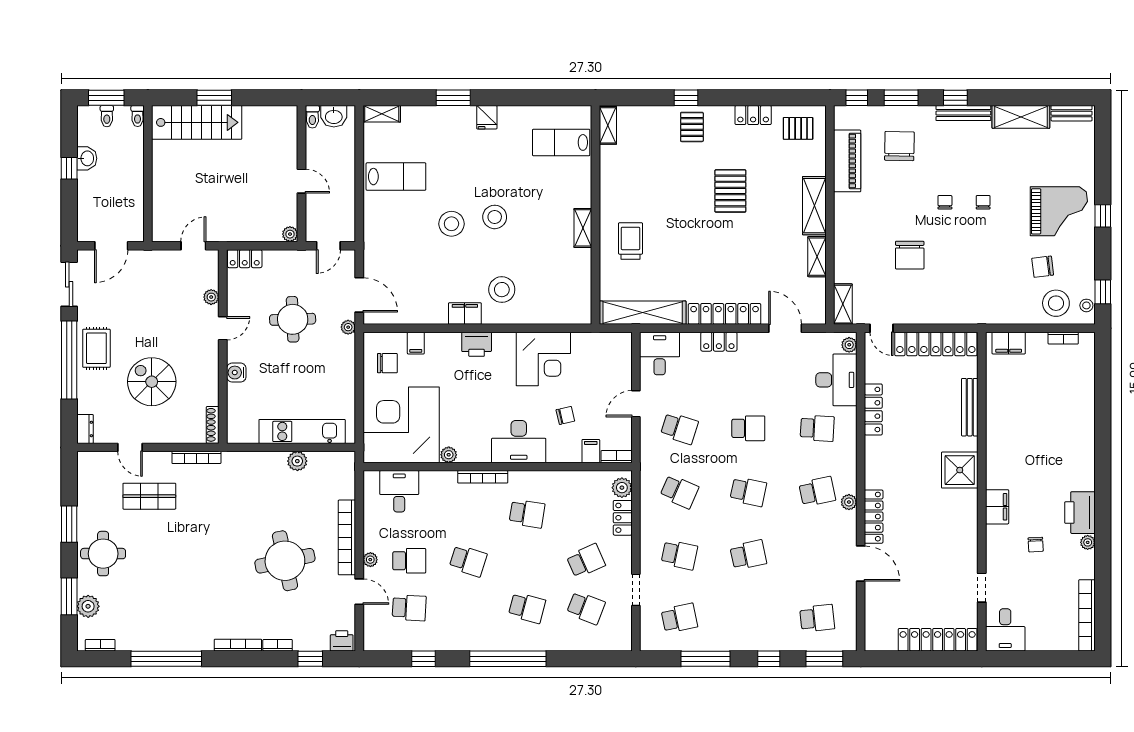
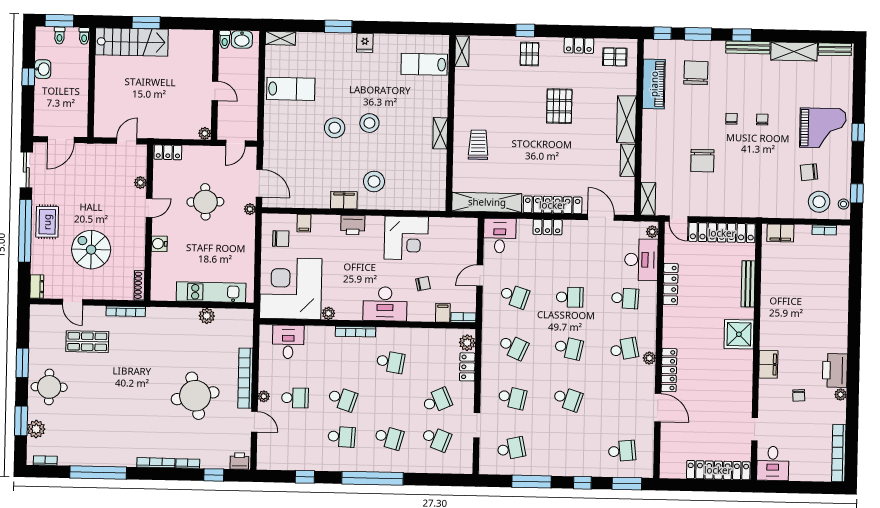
school desk: (748, 555) -> (568, 399), turned 30
school desk: (409, 608) -> (342, 437), moved

